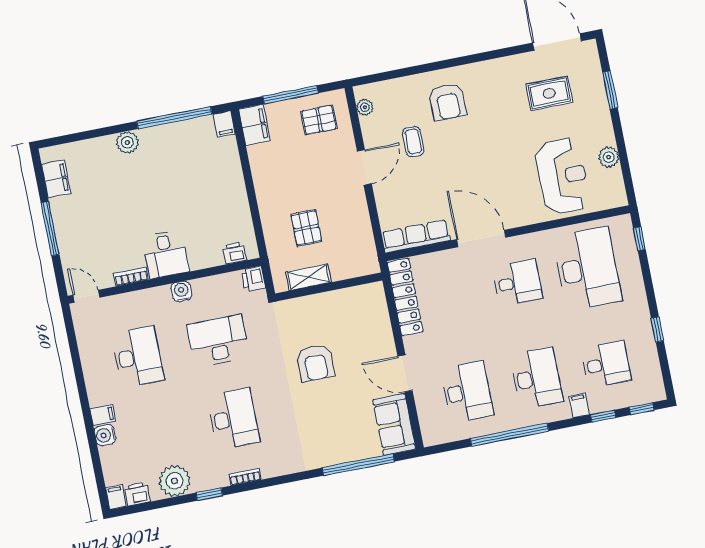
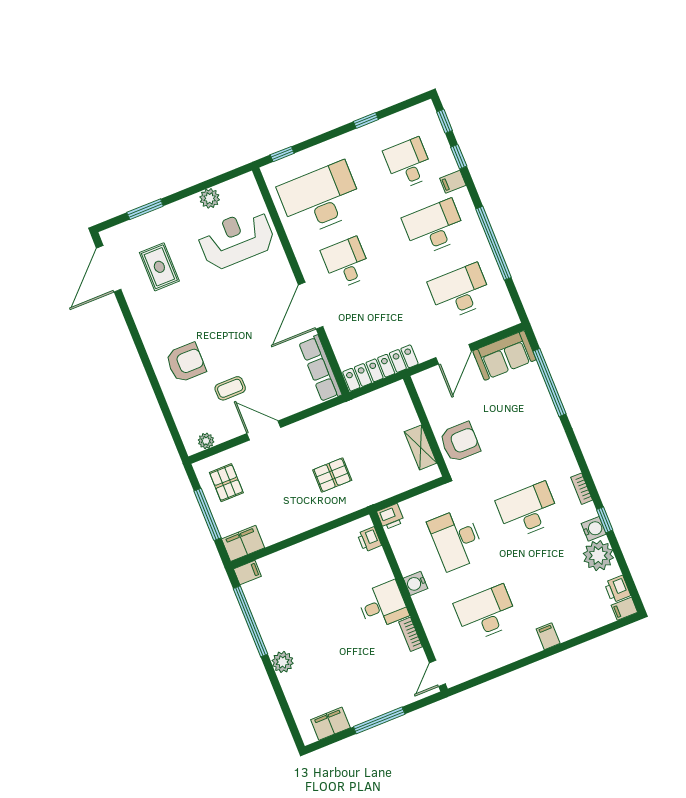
shelving: (308, 277) -> (421, 447), moved
wall: (329, 287) -> (426, 426), moved
water cooler: (105, 435) -> (594, 529), moved, turned -90

